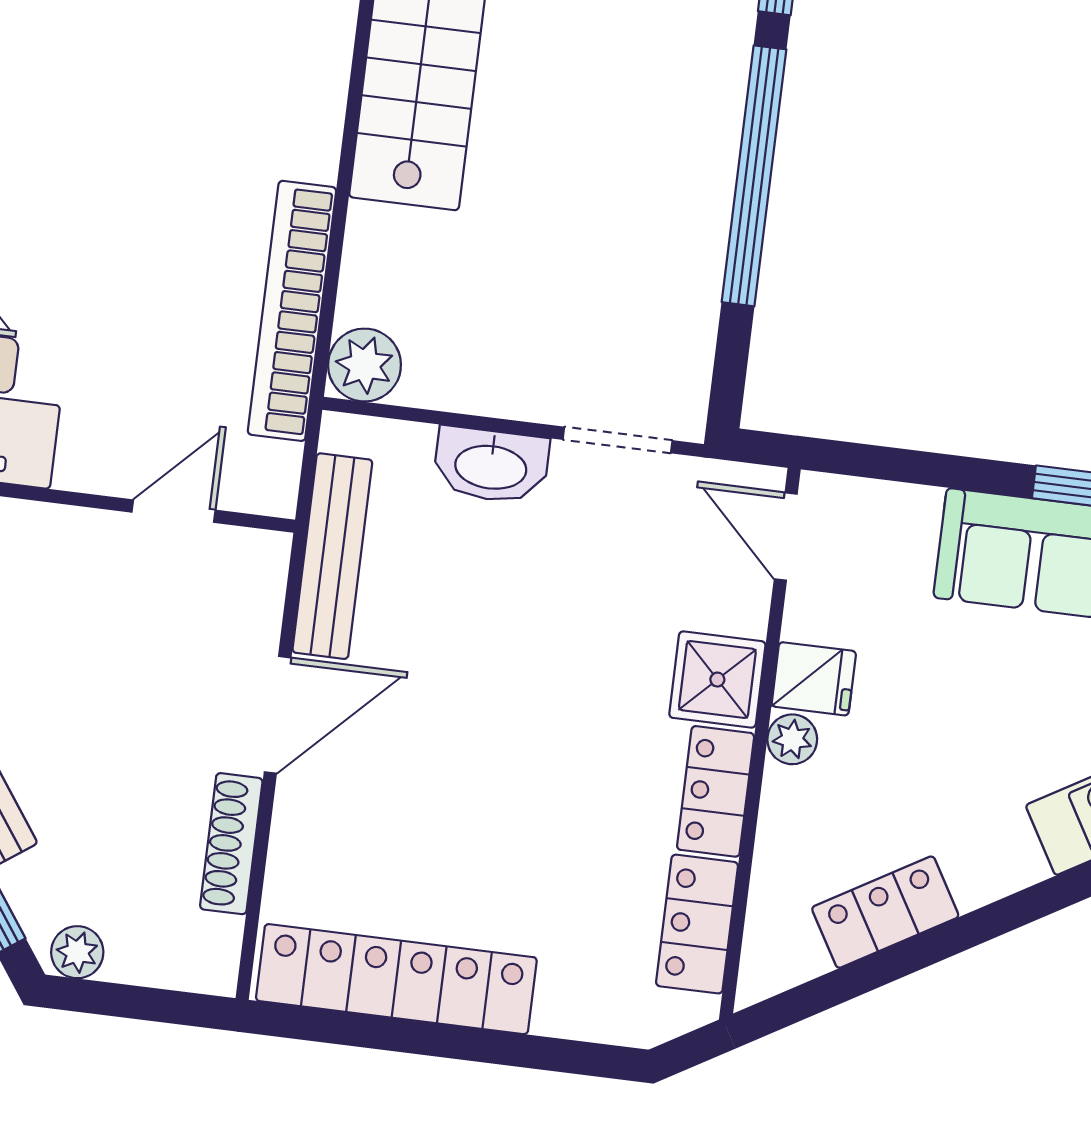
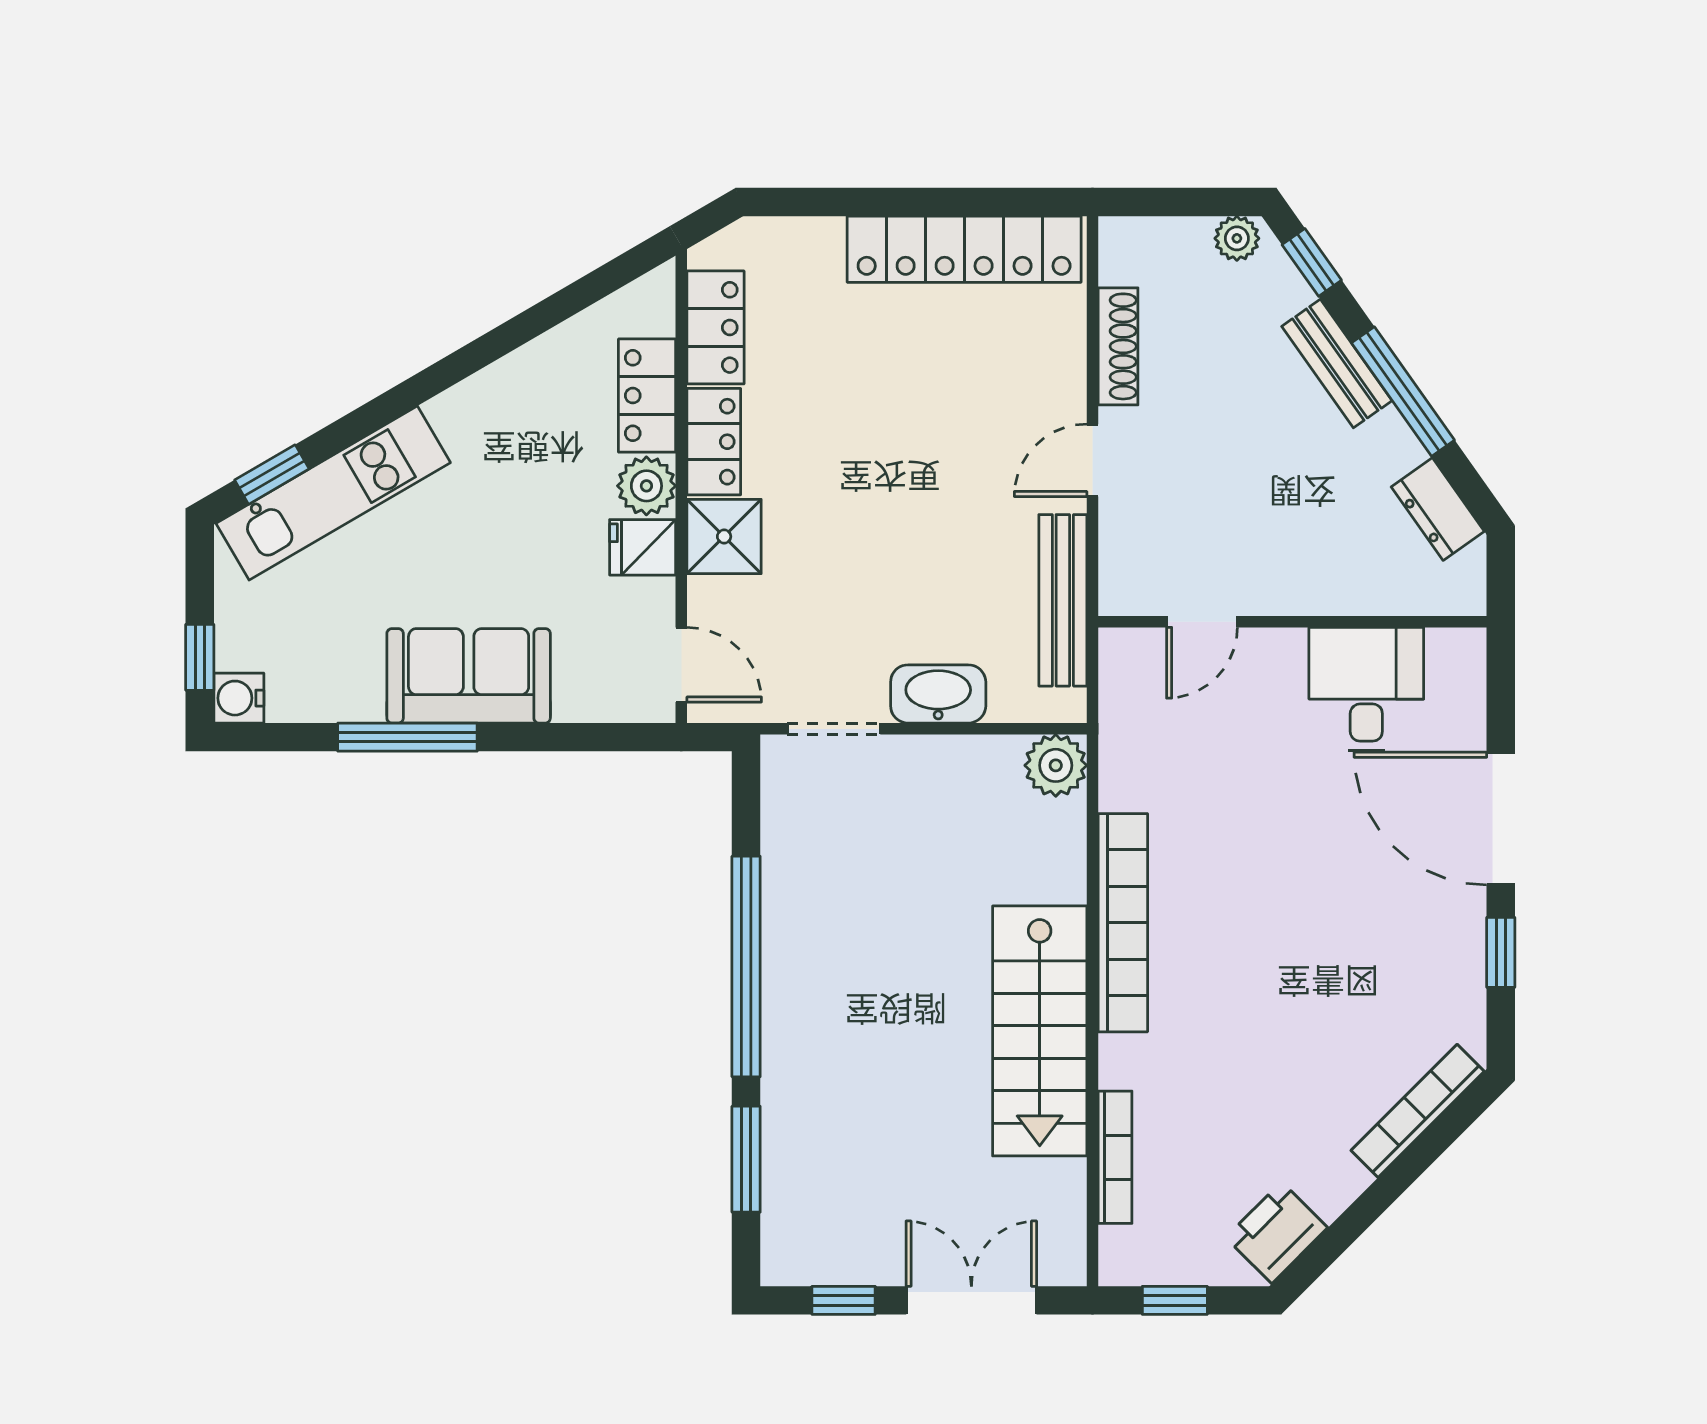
bookcase: (292, 311) -> (1123, 923), moved
door: (278, 715) -> (1092, 460), width x0.73
plant: (792, 739) -> (646, 486), width x1.38, depth x1.38
locker: (885, 912) -> (647, 396), moved, turned 120

